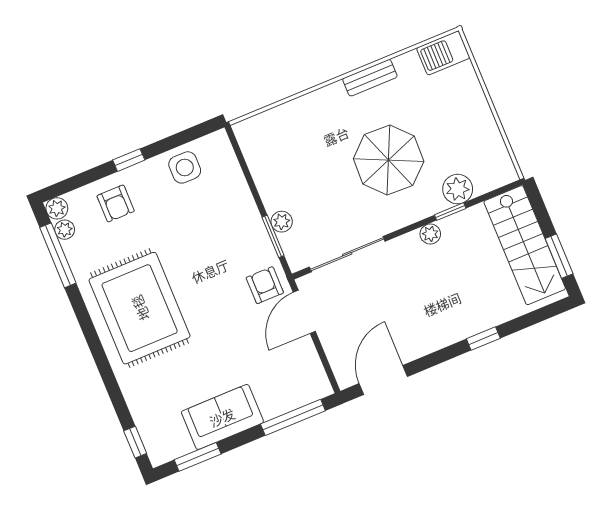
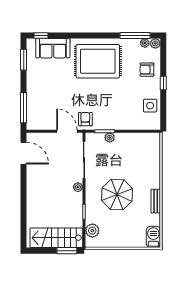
plant: (458, 189) -> (92, 231), moved
plant: (430, 234) -> (78, 187), moved
window: (559, 256) -> (67, 251), moved
armchair: (265, 285) -> (85, 119), turned -90
window: (483, 339) -> (24, 203), removed
sofa: (222, 417) -> (53, 48), moved, turned 90

